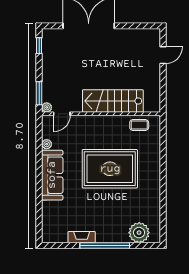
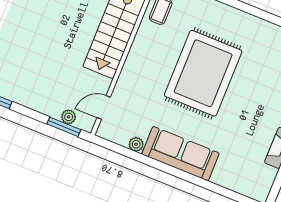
plant: (47, 107) -> (69, 117), moved
door: (62, 114) -> (104, 107), swing flipped

